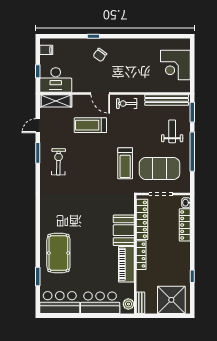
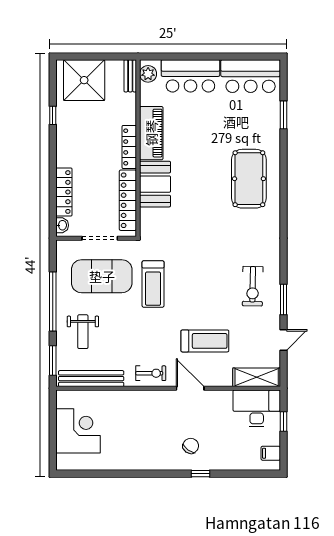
treadmill: (125, 163) -> (153, 284), turned 180
pool table: (58, 253) -> (249, 179), moved

